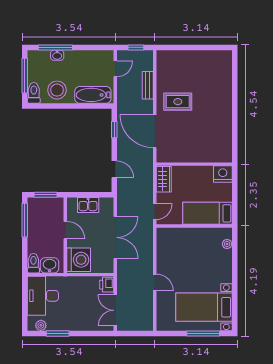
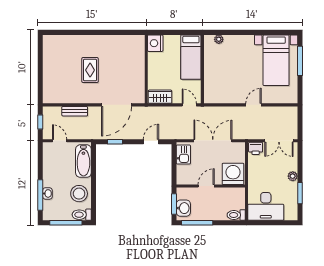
rug: (178, 102) -> (90, 70), moved
kitchen sink: (88, 205) -> (183, 154), moved
washbasin: (50, 265) -> (183, 208), moved, turned 180
plant: (41, 325) -> (293, 176), moved

